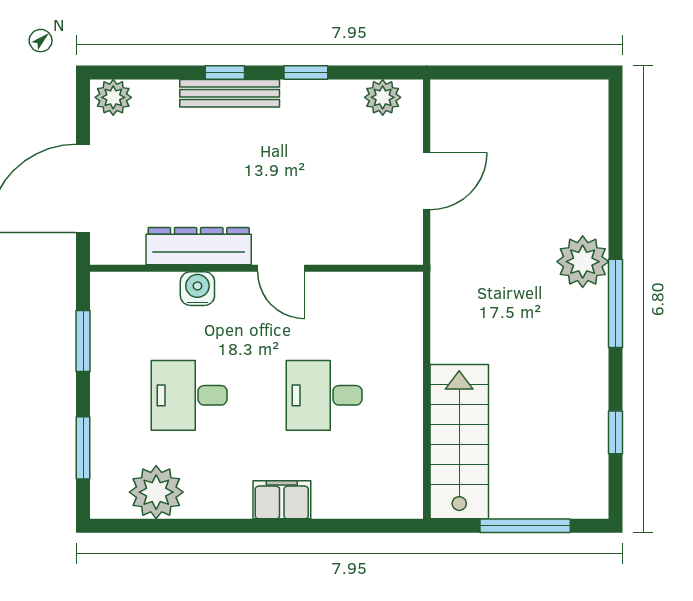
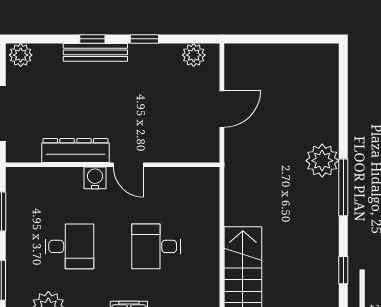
water cooler: (197, 289) -> (95, 178), moved
desk: (189, 395) -> (69, 246), turned 180

